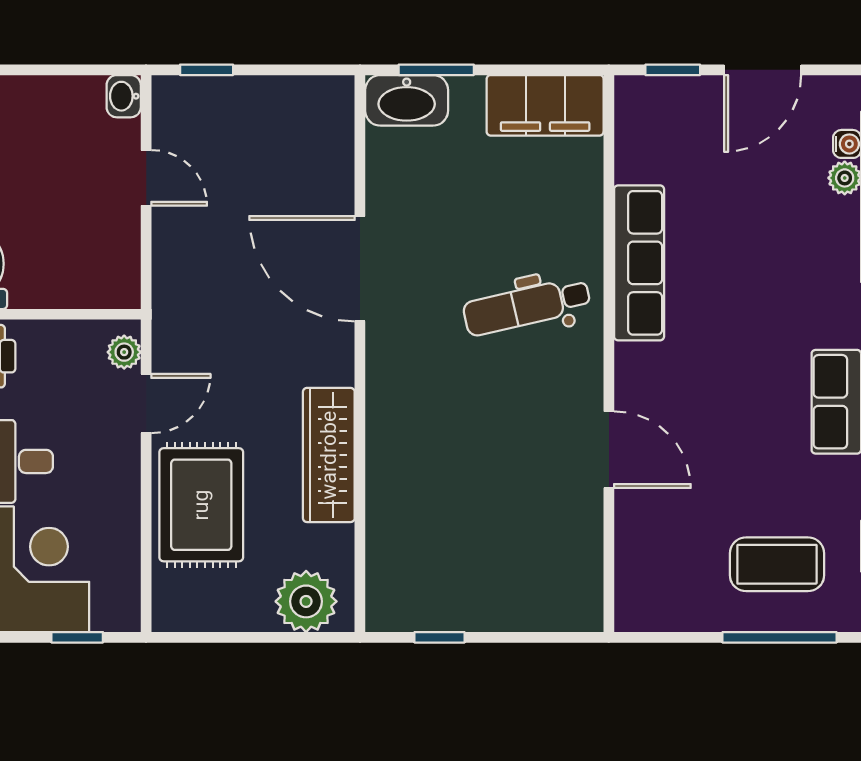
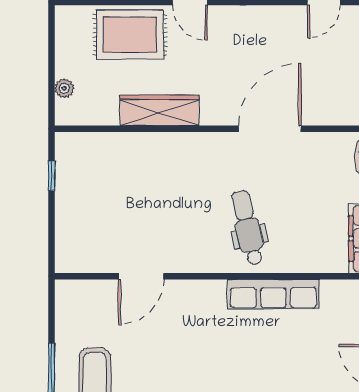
door: (609, 450) -> (141, 276), moved
plant: (306, 601) -> (64, 88), width x0.53, depth x0.53

